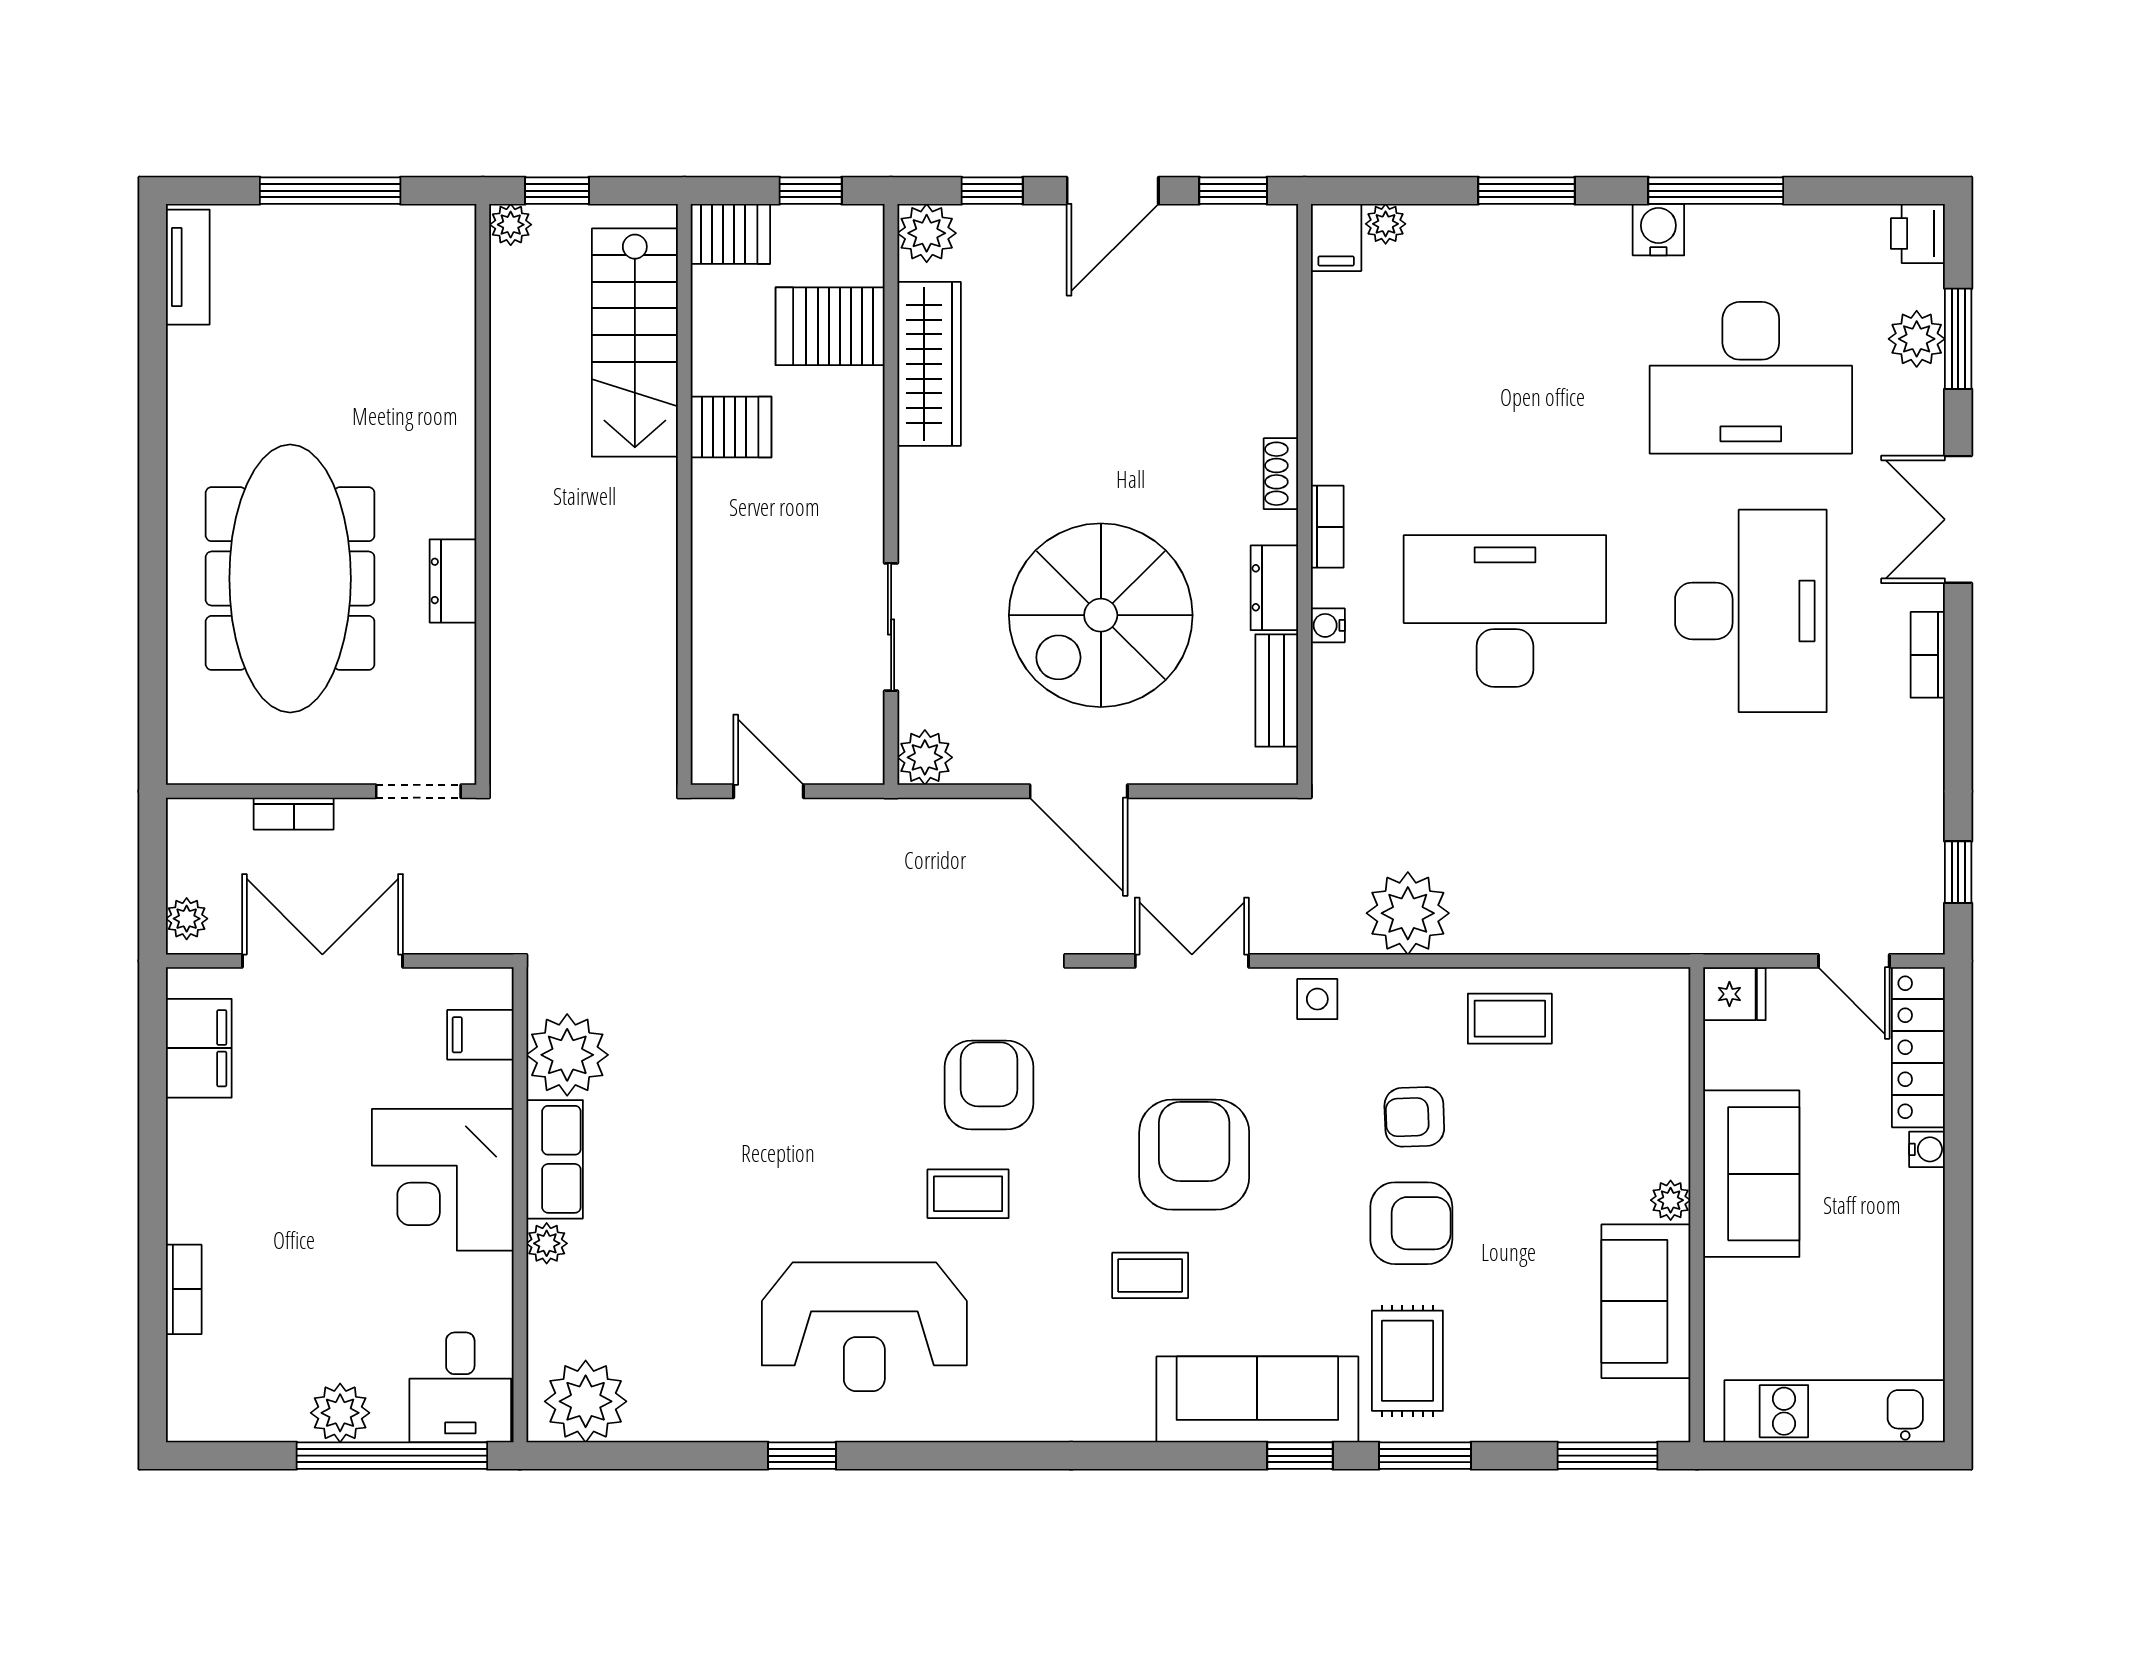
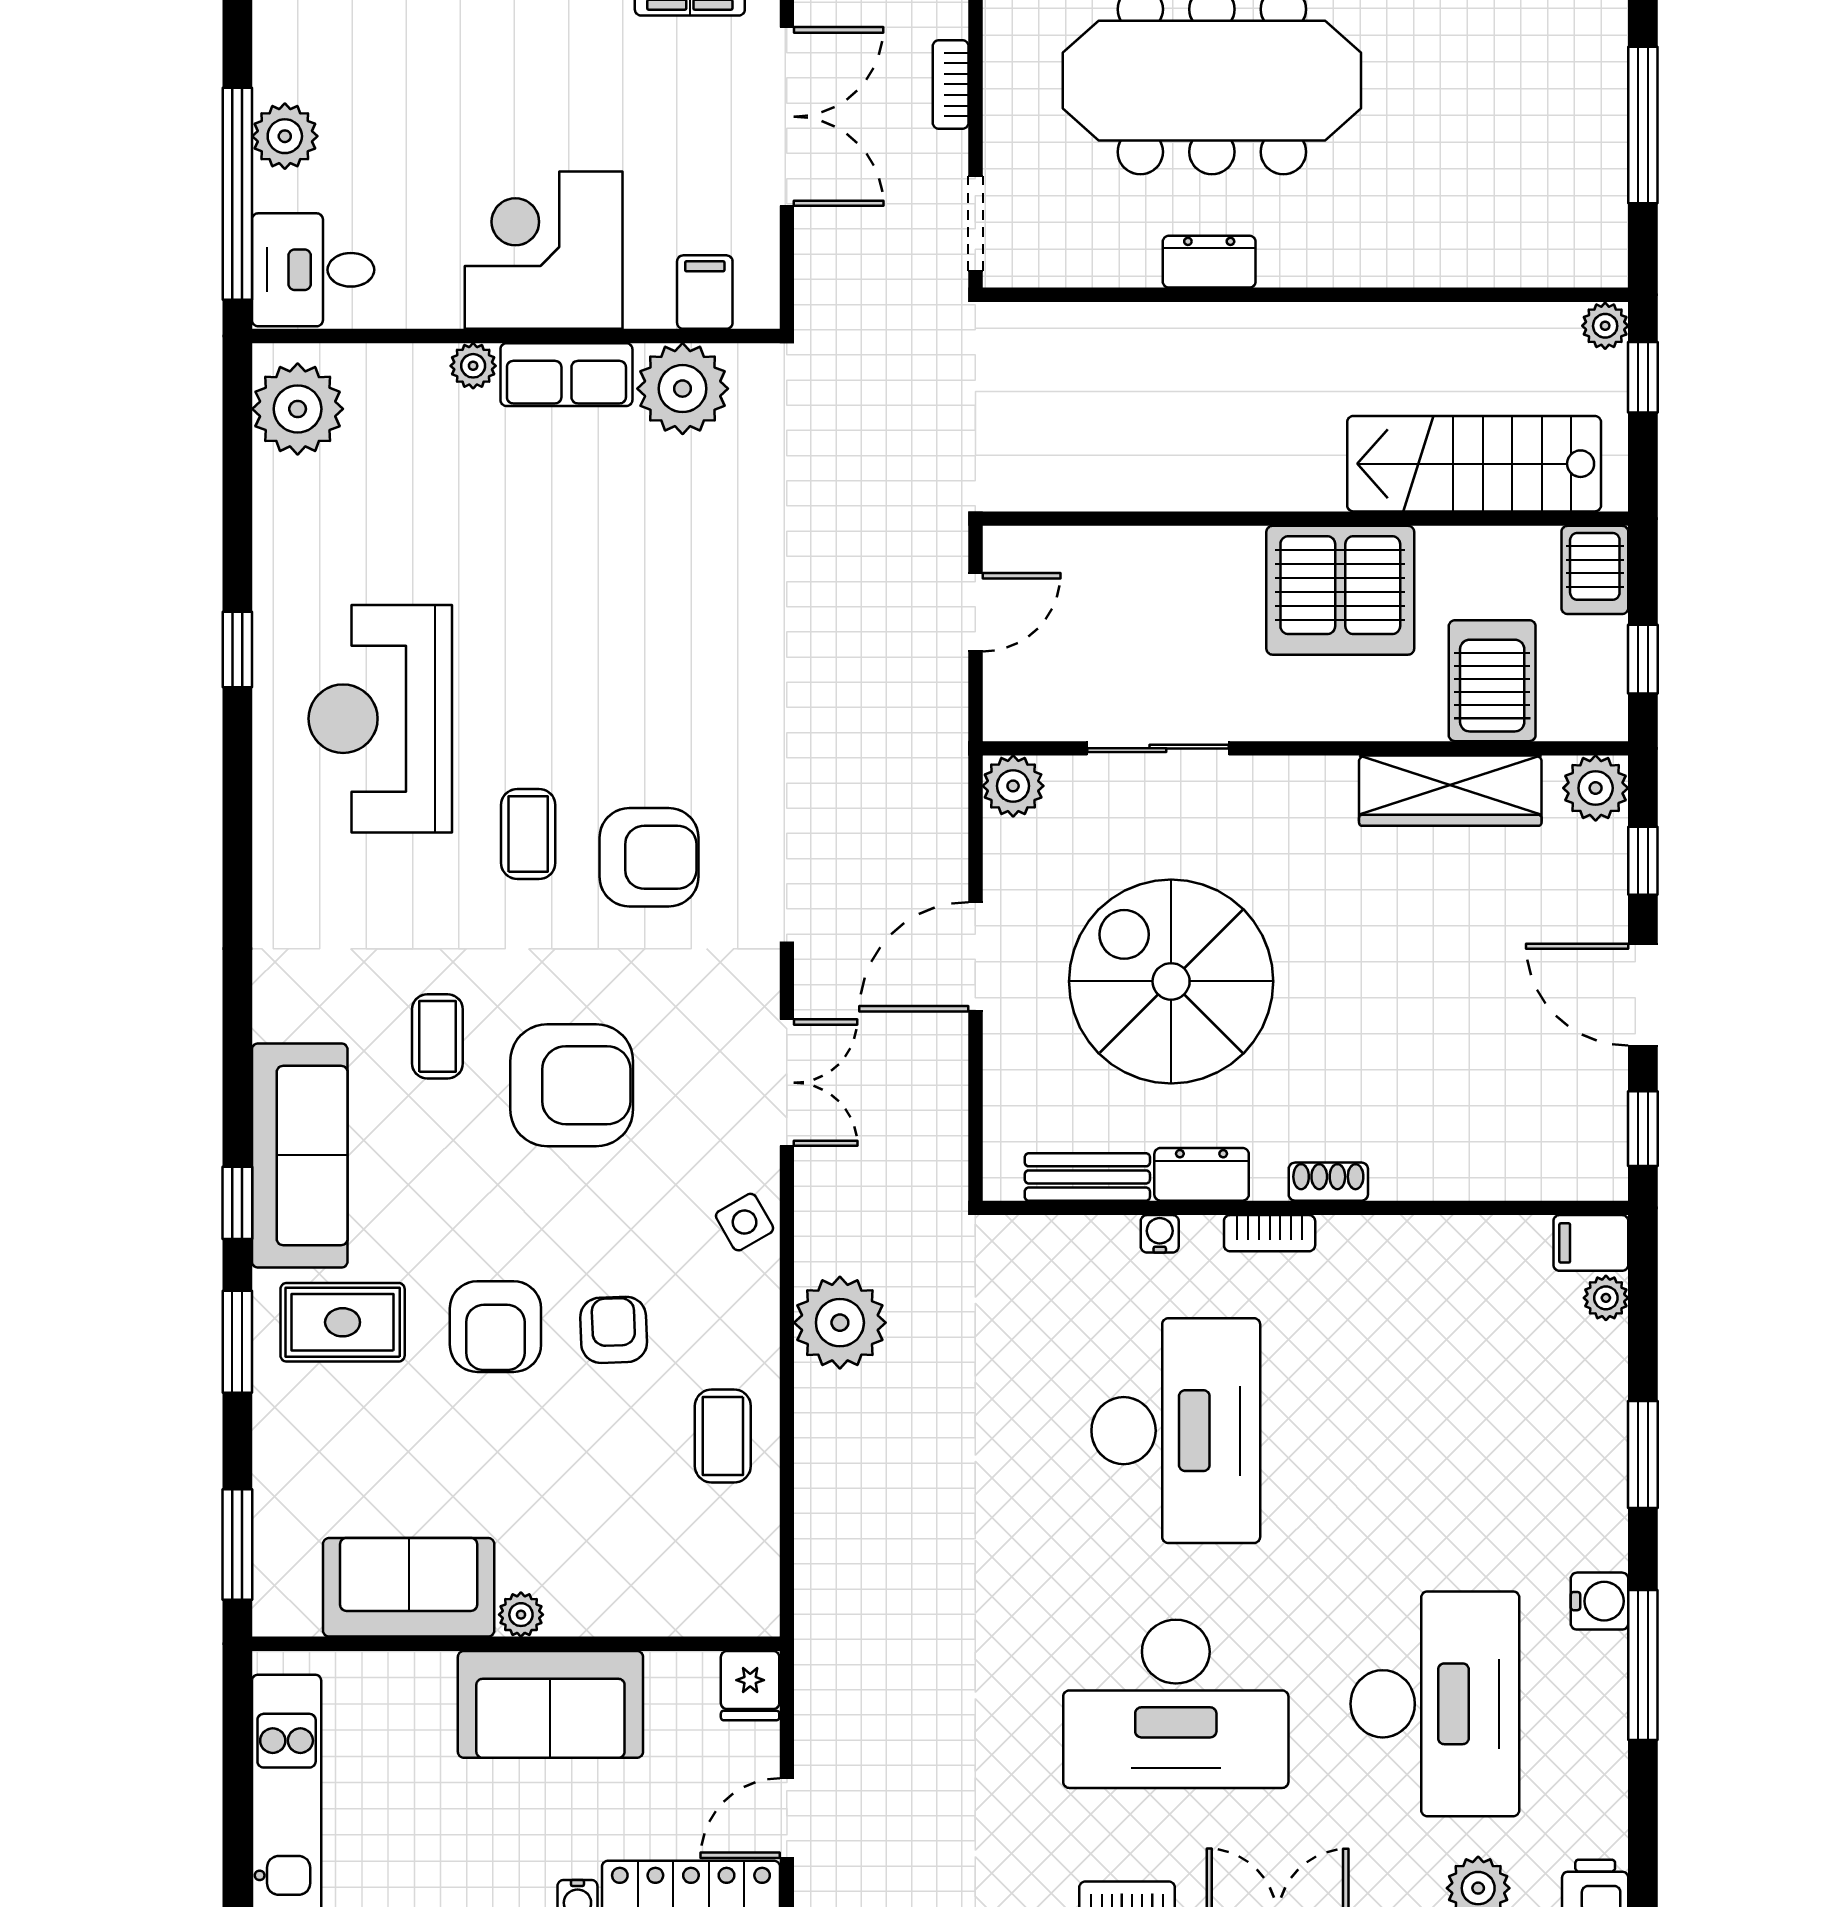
desk: (1751, 378) -> (1435, 1704), turned 180
server rack: (731, 427) -> (1340, 590), width x2.18, depth x1.44
side table: (1317, 999) -> (745, 1222), turned -30

